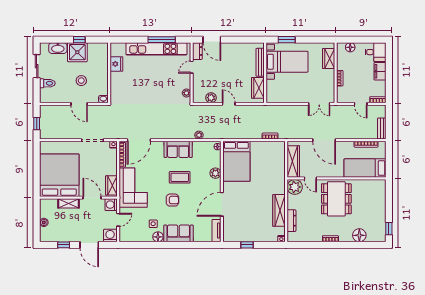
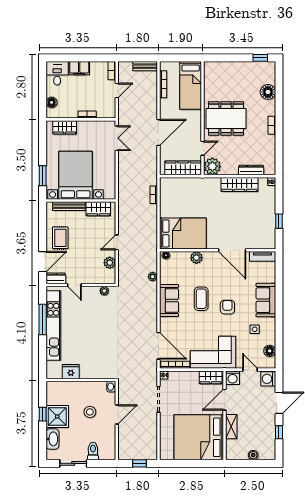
rug: (233, 55) -> (60, 238), added
bed with nightstands: (287, 62) -> (76, 175), width x1.36
floor lamp: (158, 237) -> (270, 351), moved

